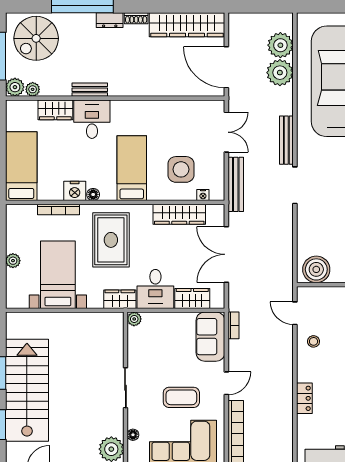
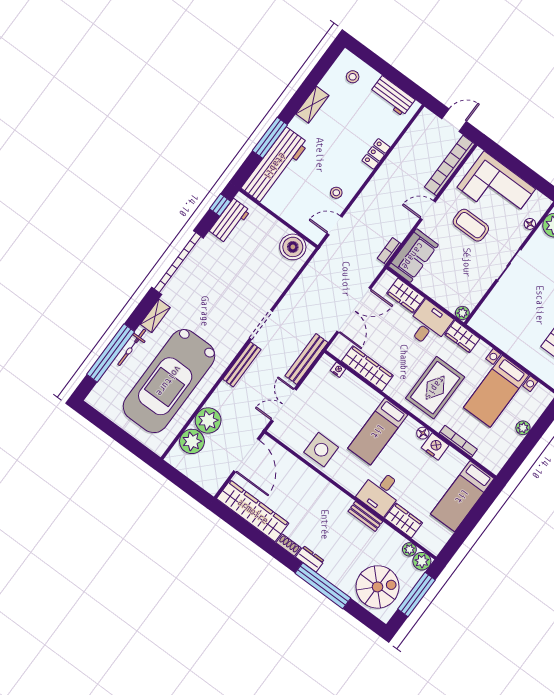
side table: (181, 169) -> (321, 450), moved
door: (295, 313) -> (335, 225), swing flipped

